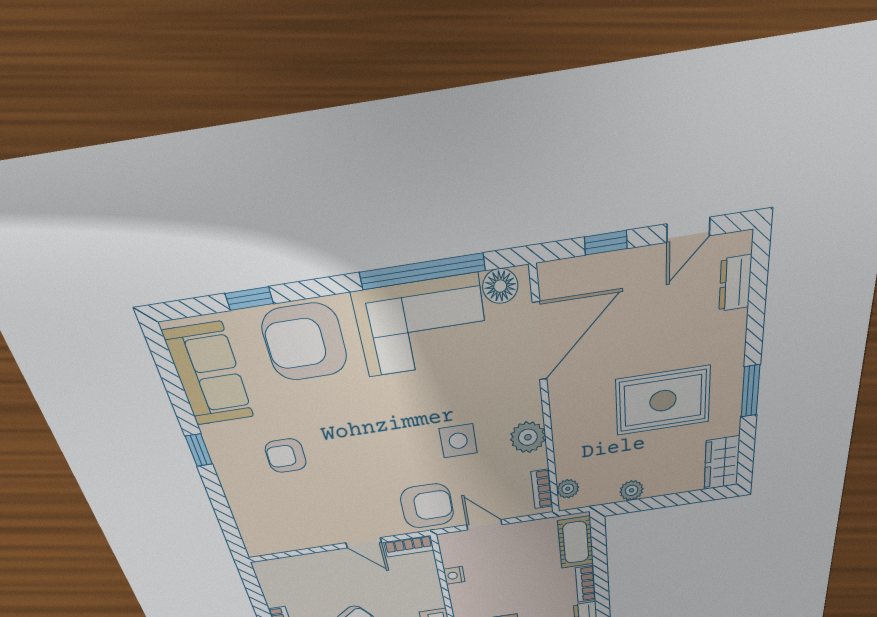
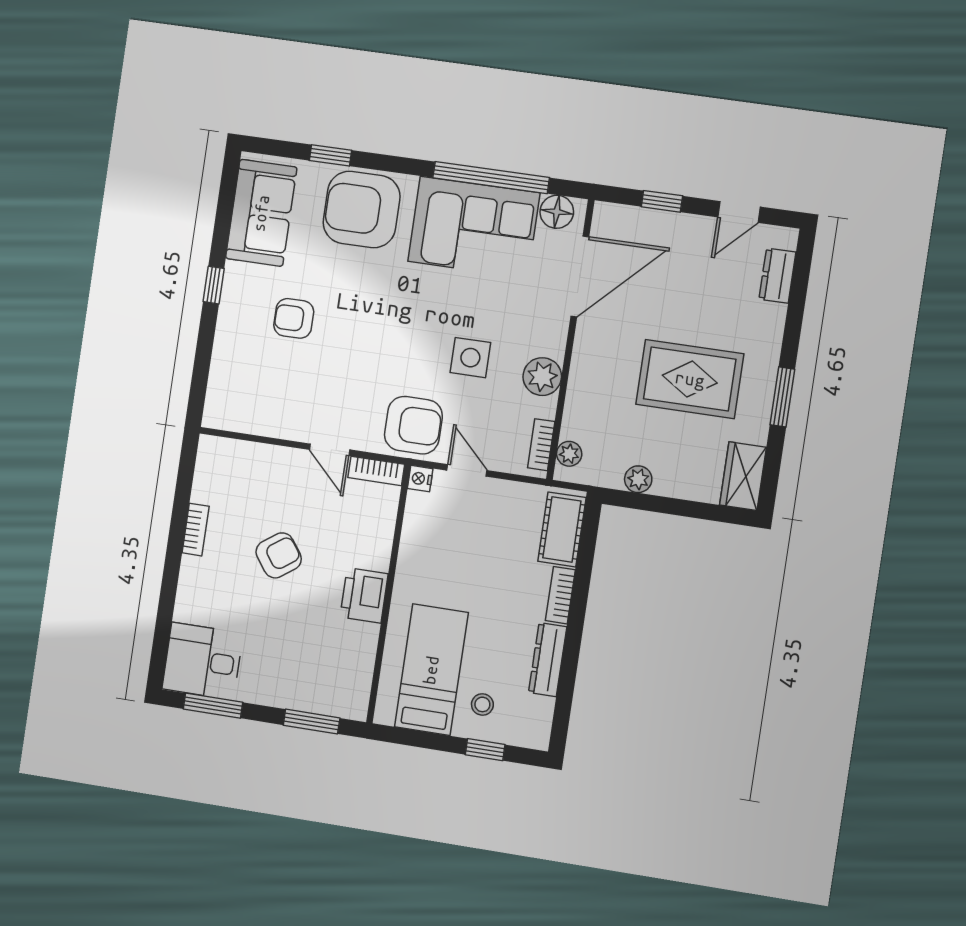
nightstand: (454, 575) -> (420, 479), moved

